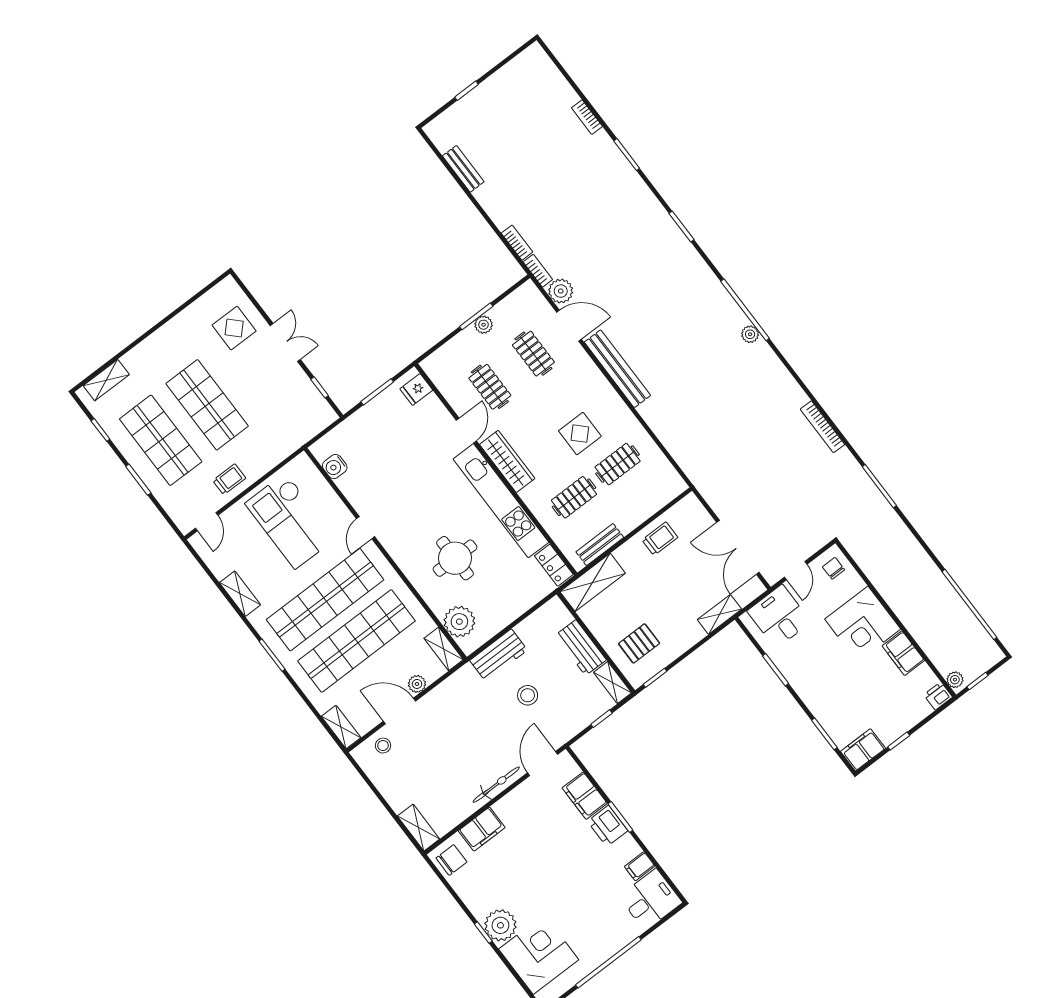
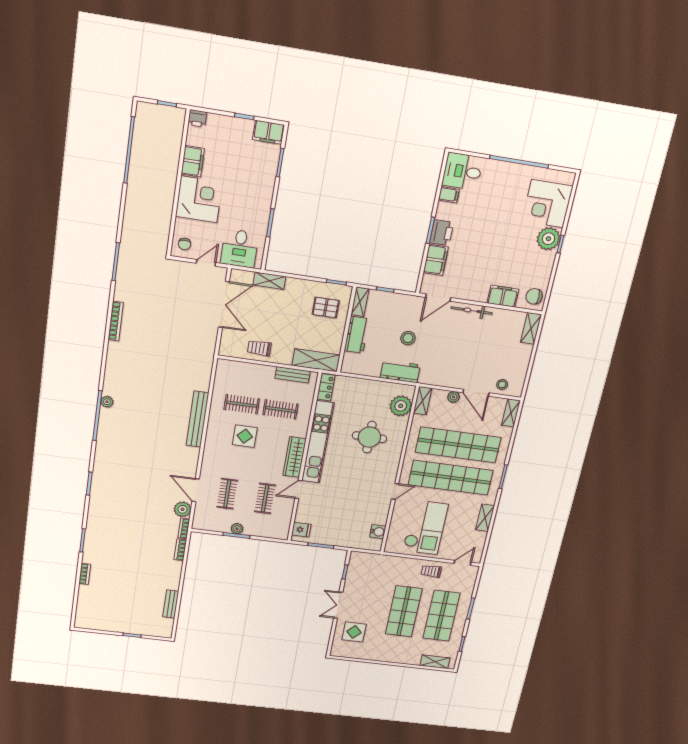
bench: (617, 369) -> (197, 419), moved
plant: (955, 680) -> (179, 118), removed

